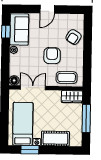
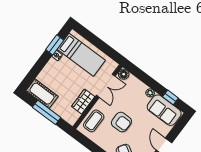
wardrobe: (72, 97) -> (83, 101), moved
cot: (55, 139) -> (42, 94), moved, turned 90

